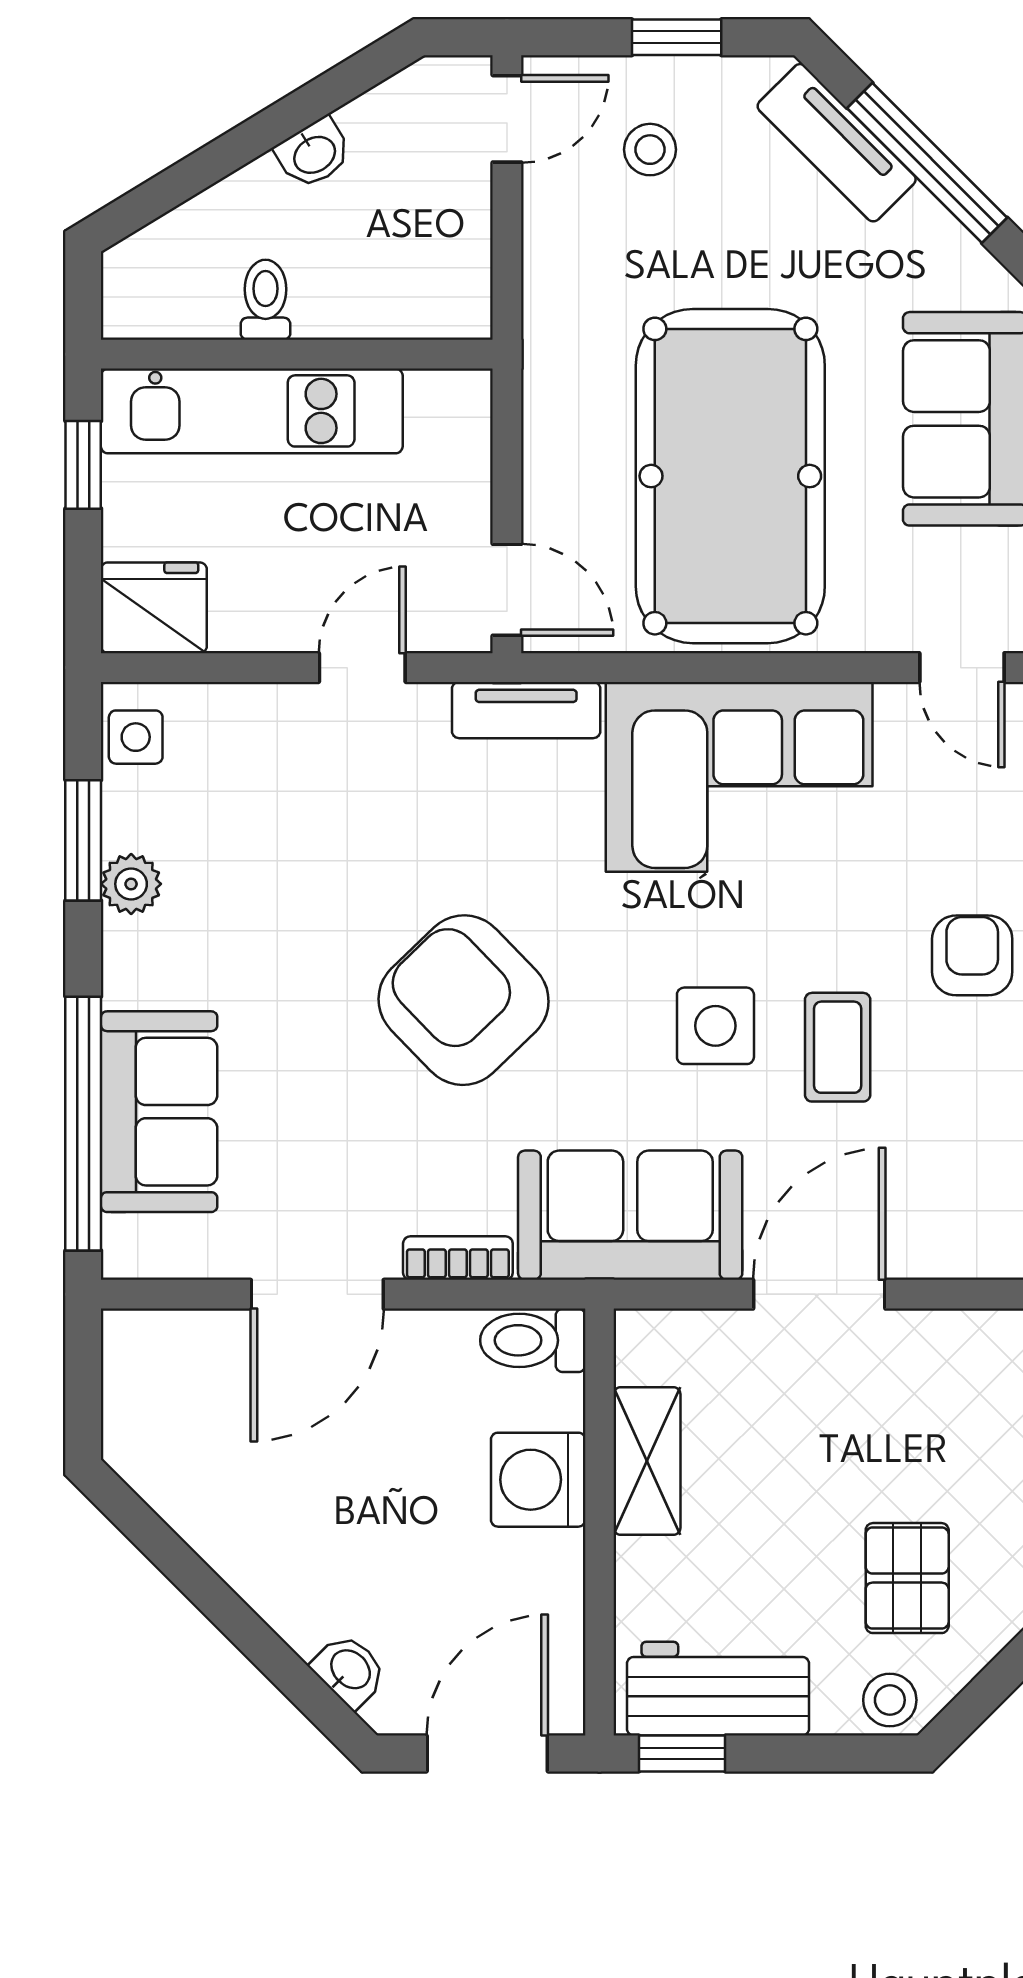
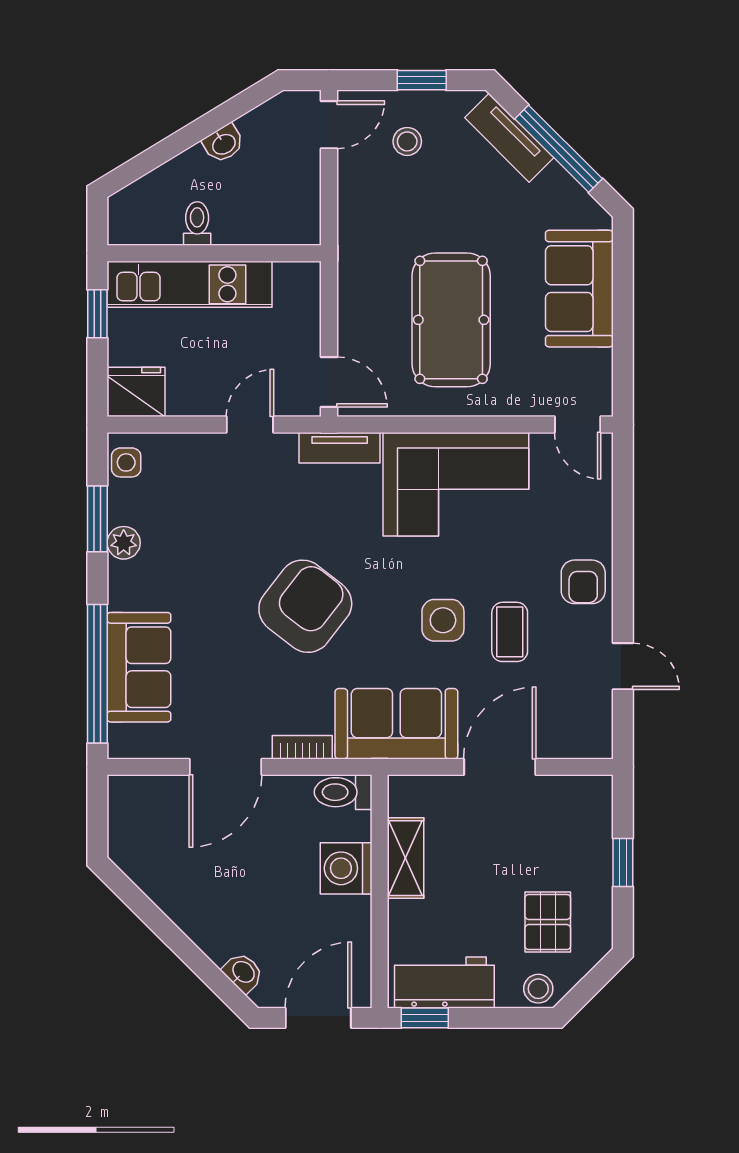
pool table: (730, 476) -> (451, 320), width x0.73, depth x0.76
armchair: (972, 955) -> (583, 582), turned 180
armchair: (464, 1000) -> (305, 606), turned 82

